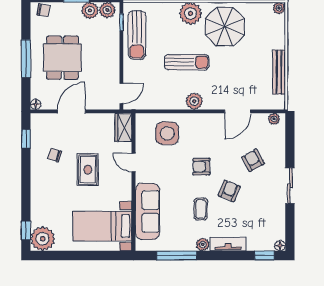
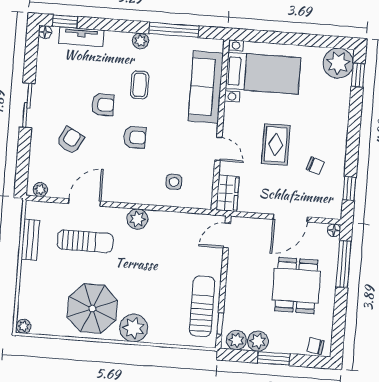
window: (26, 59) -> (343, 264), moved
sun lounger: (187, 62) -> (85, 241), moved, turned 180
bench: (279, 72) -> (30, 240), width x0.73
side table: (167, 133) -> (174, 182), width x0.54, depth x0.54
armchair: (253, 160) -> (70, 140), turned -123
armchair: (229, 191) -> (103, 105), turned -112
tv unit: (228, 244) -> (81, 37), moved

